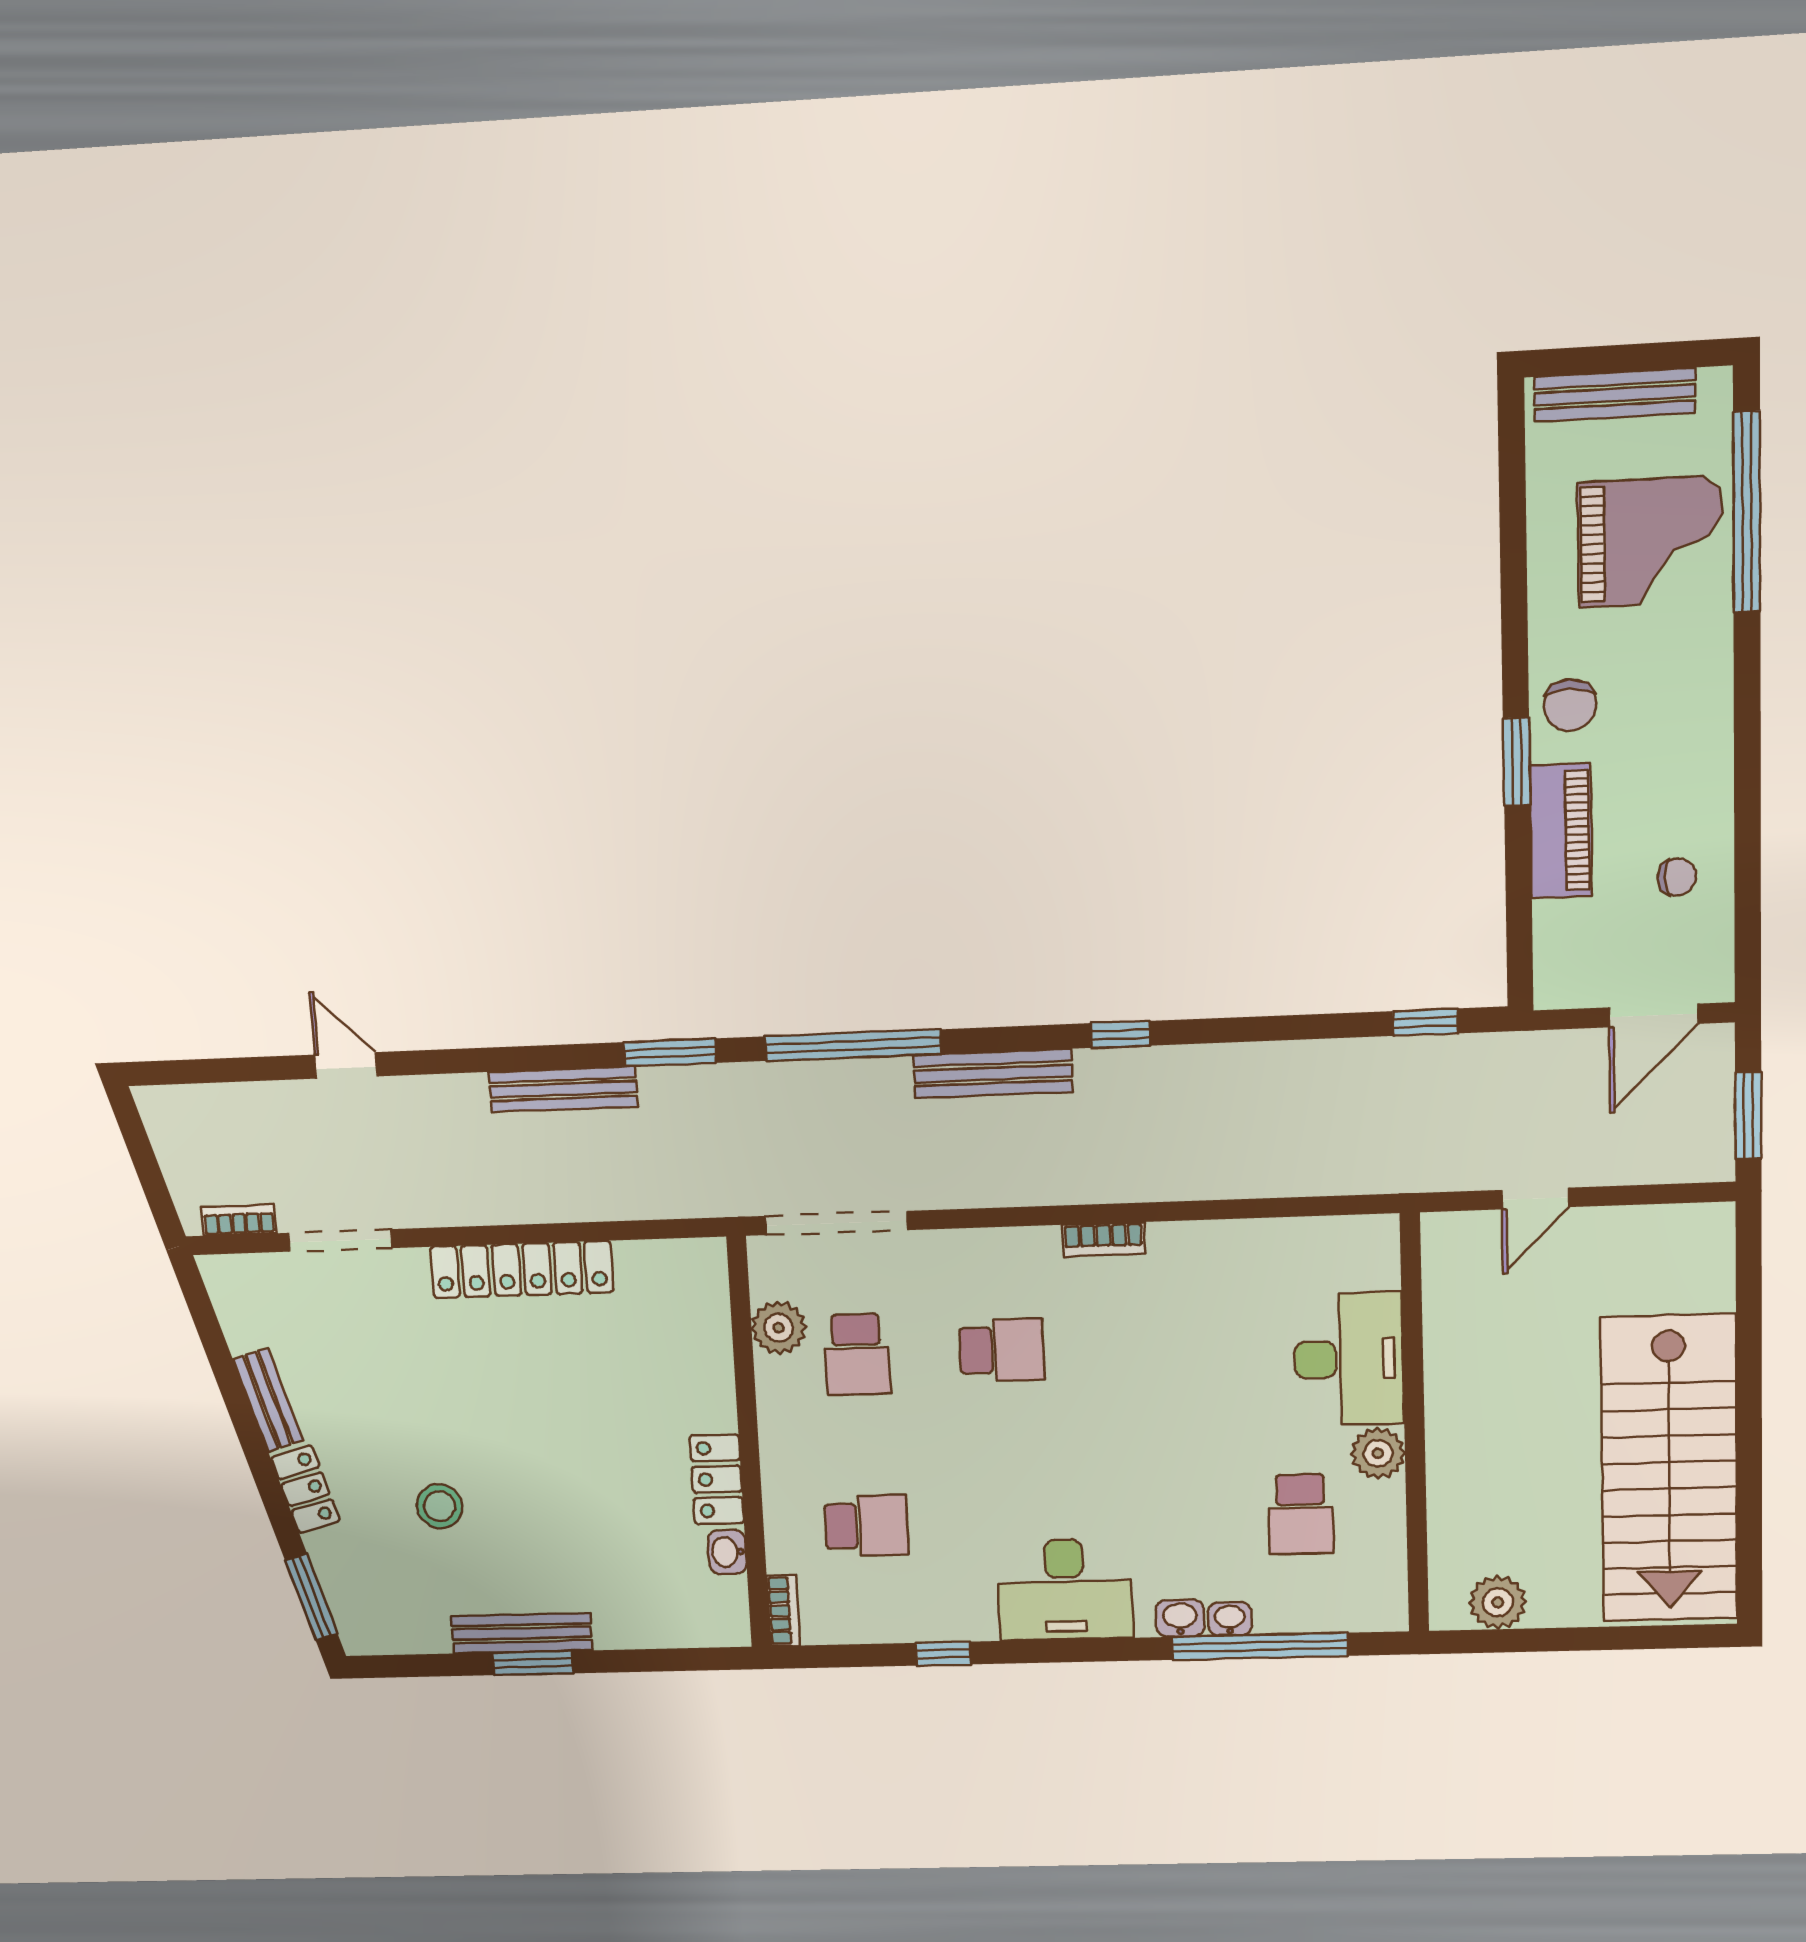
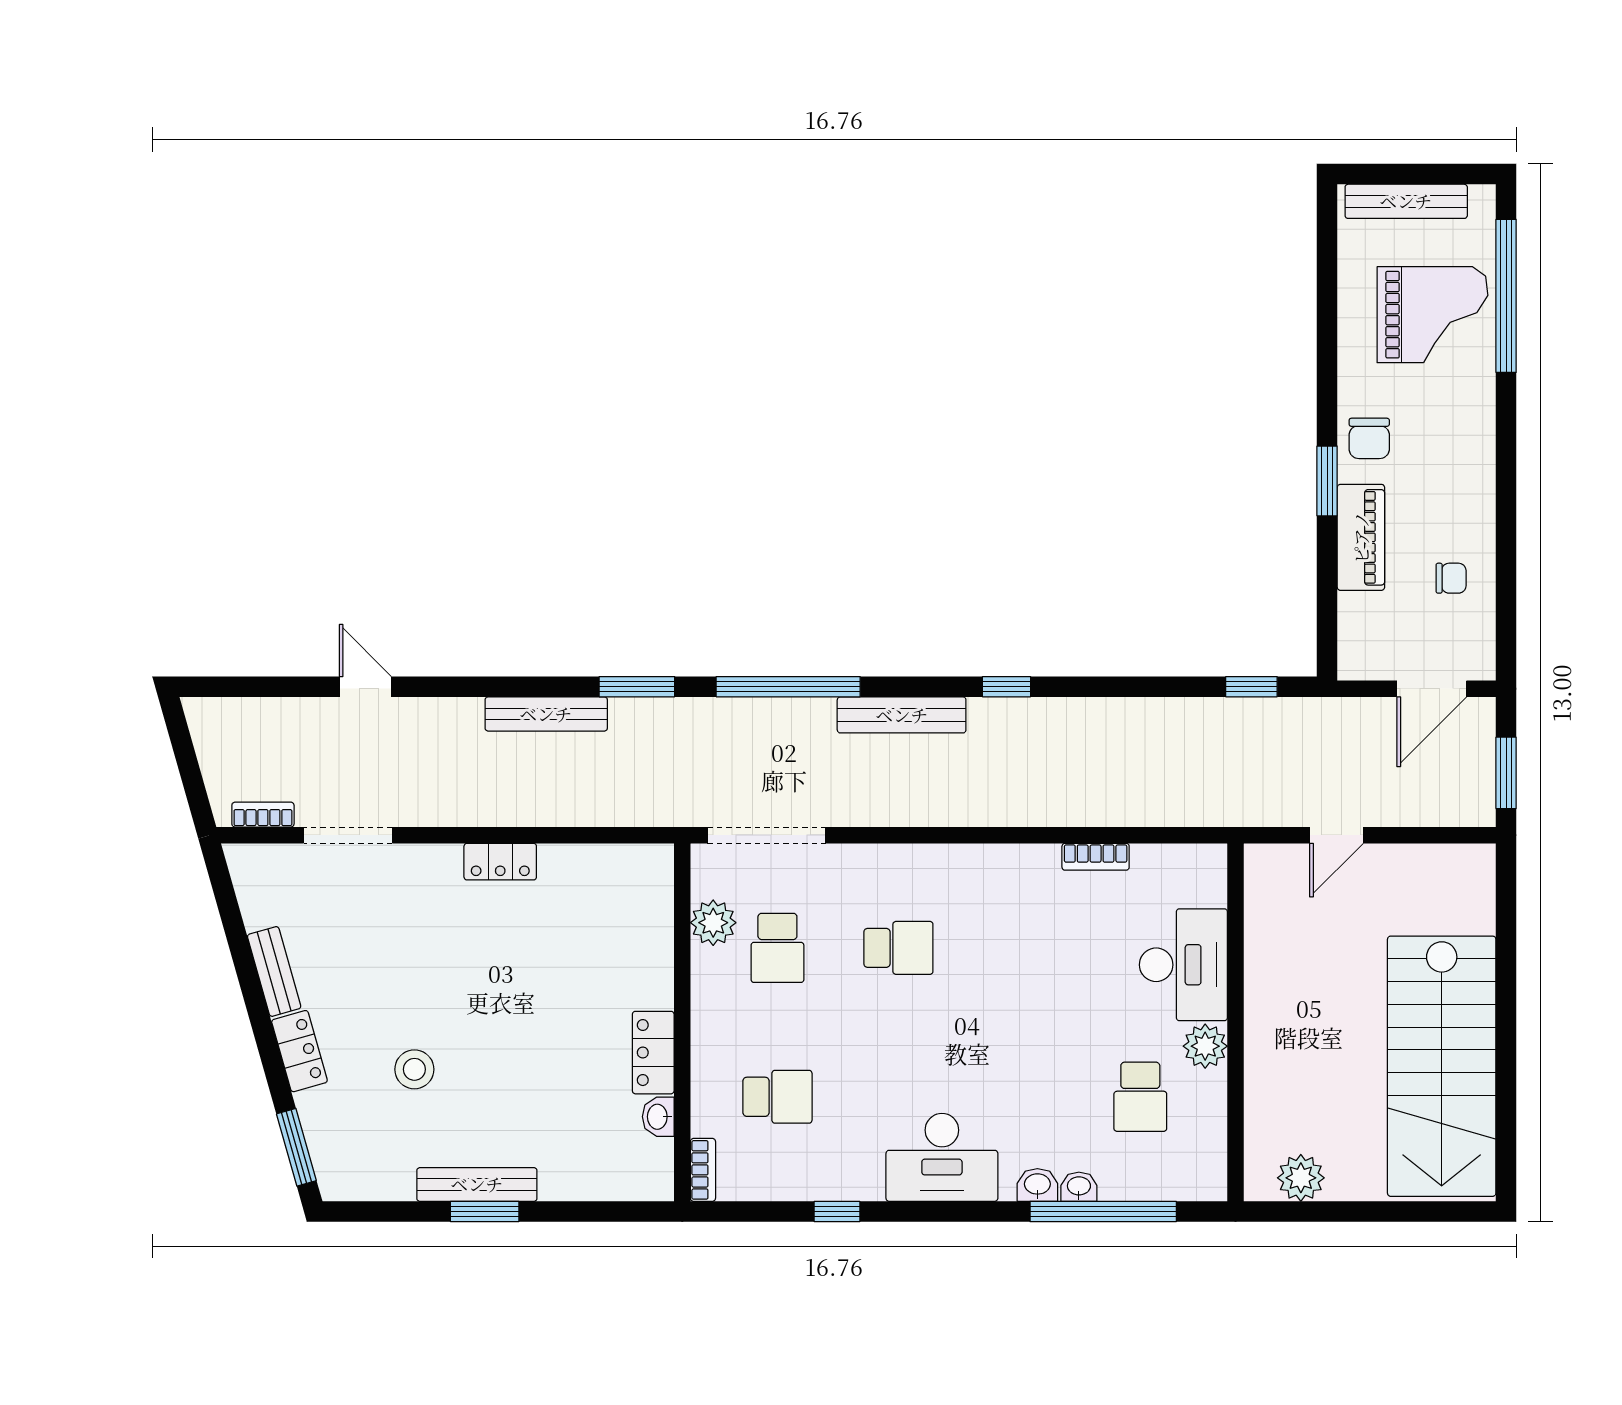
bookcase: (1104, 1239) -> (1096, 857), moved
locker: (522, 1269) -> (500, 862), width x0.46, depth x0.83

